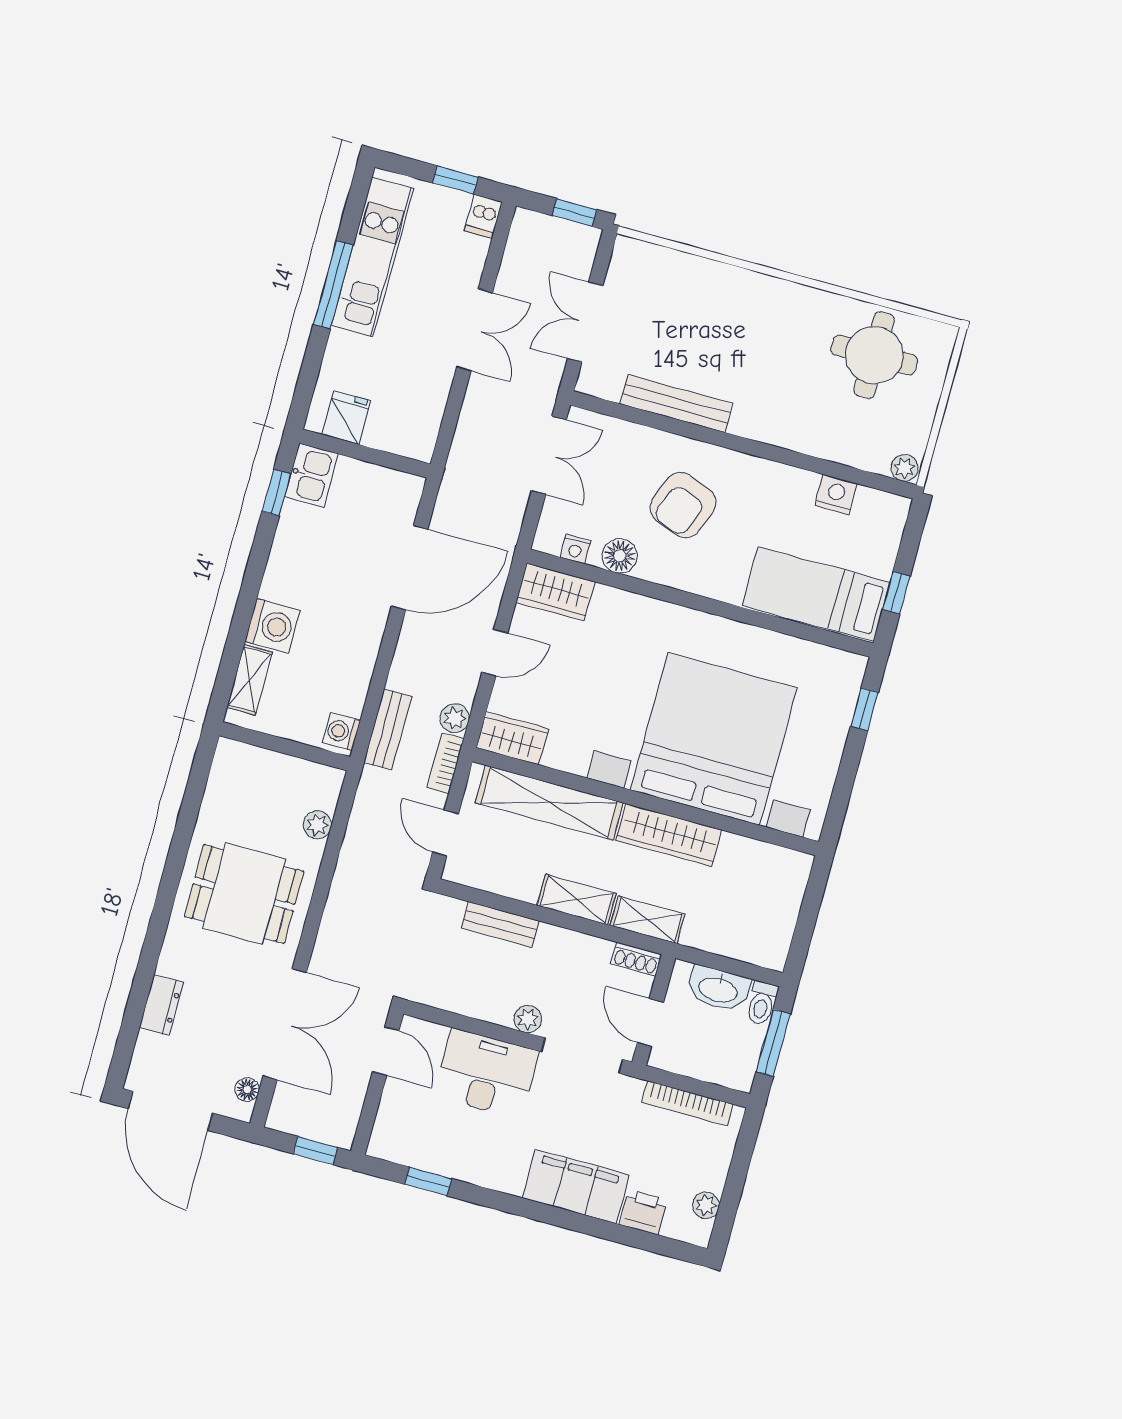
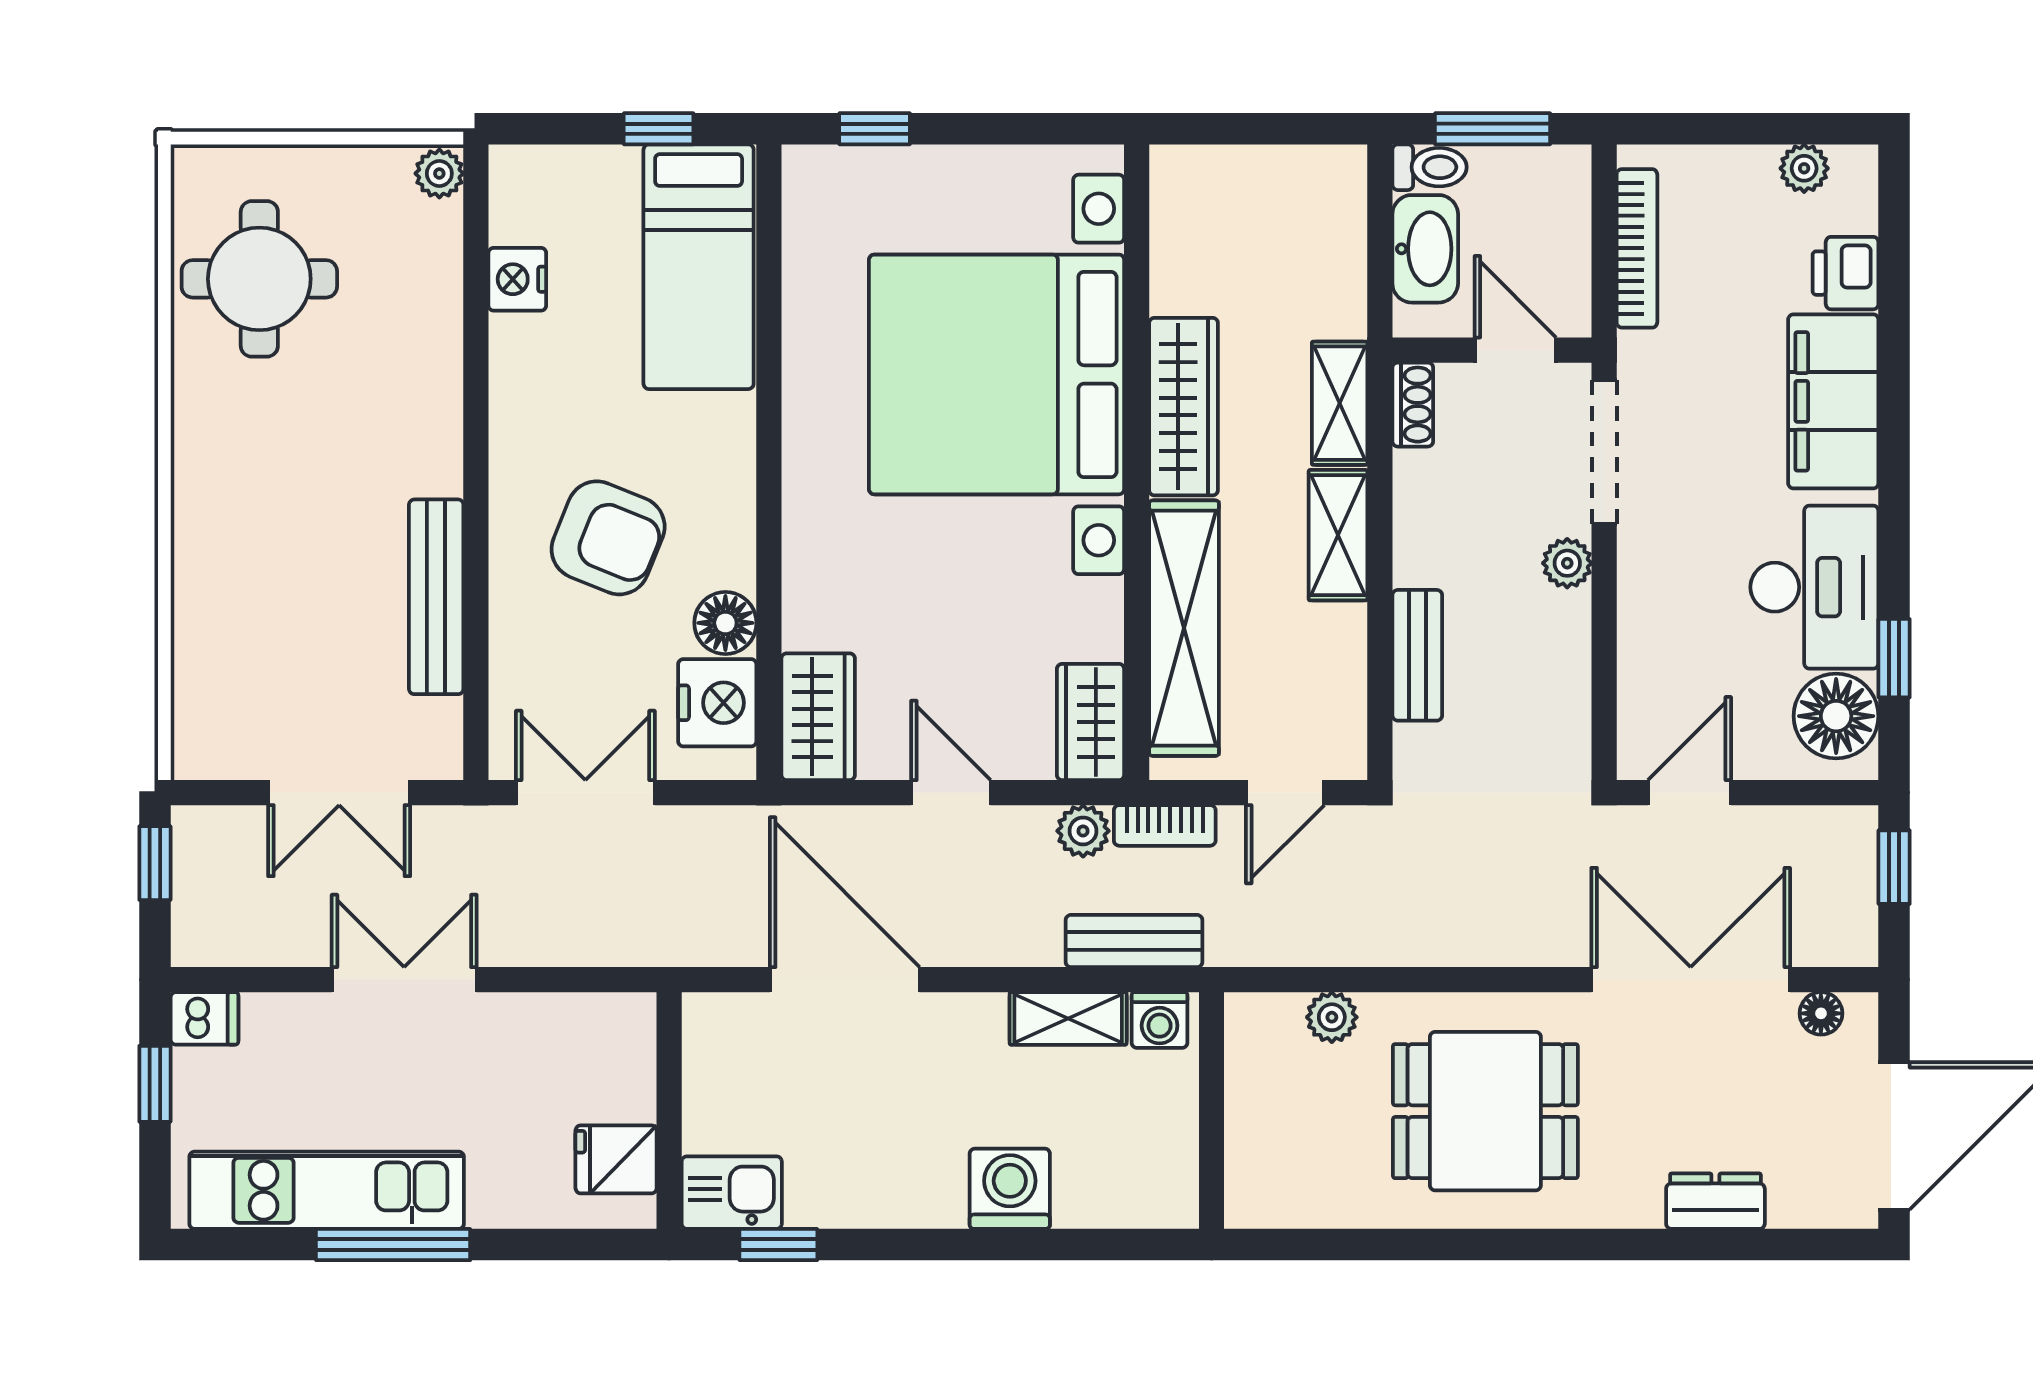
nightstand: (575, 549) -> (717, 703), width x1.89, depth x1.79
shelving: (250, 680) -> (1068, 1018), moved
dining table: (244, 894) -> (1485, 1111), turned 90
door: (650, 1023) -> (1515, 350), swing flipped
desk: (486, 1074) -> (1814, 587), moved, turned 180
floor lamp: (405, 1142) -> (1836, 716), added

